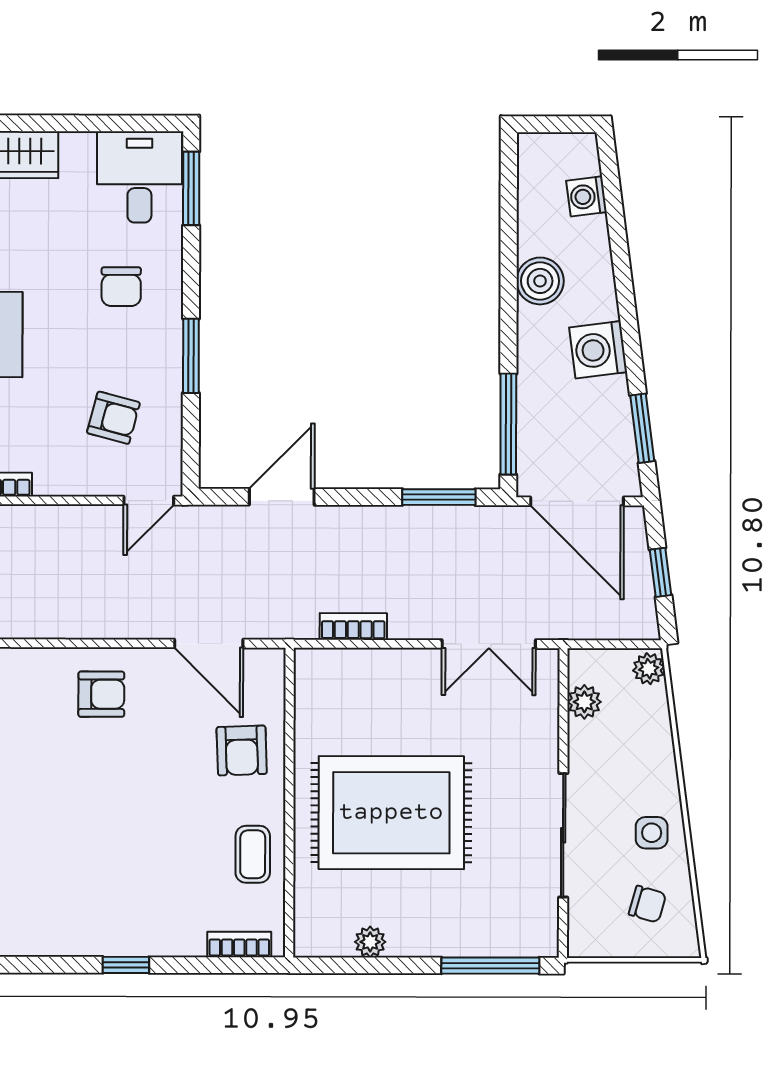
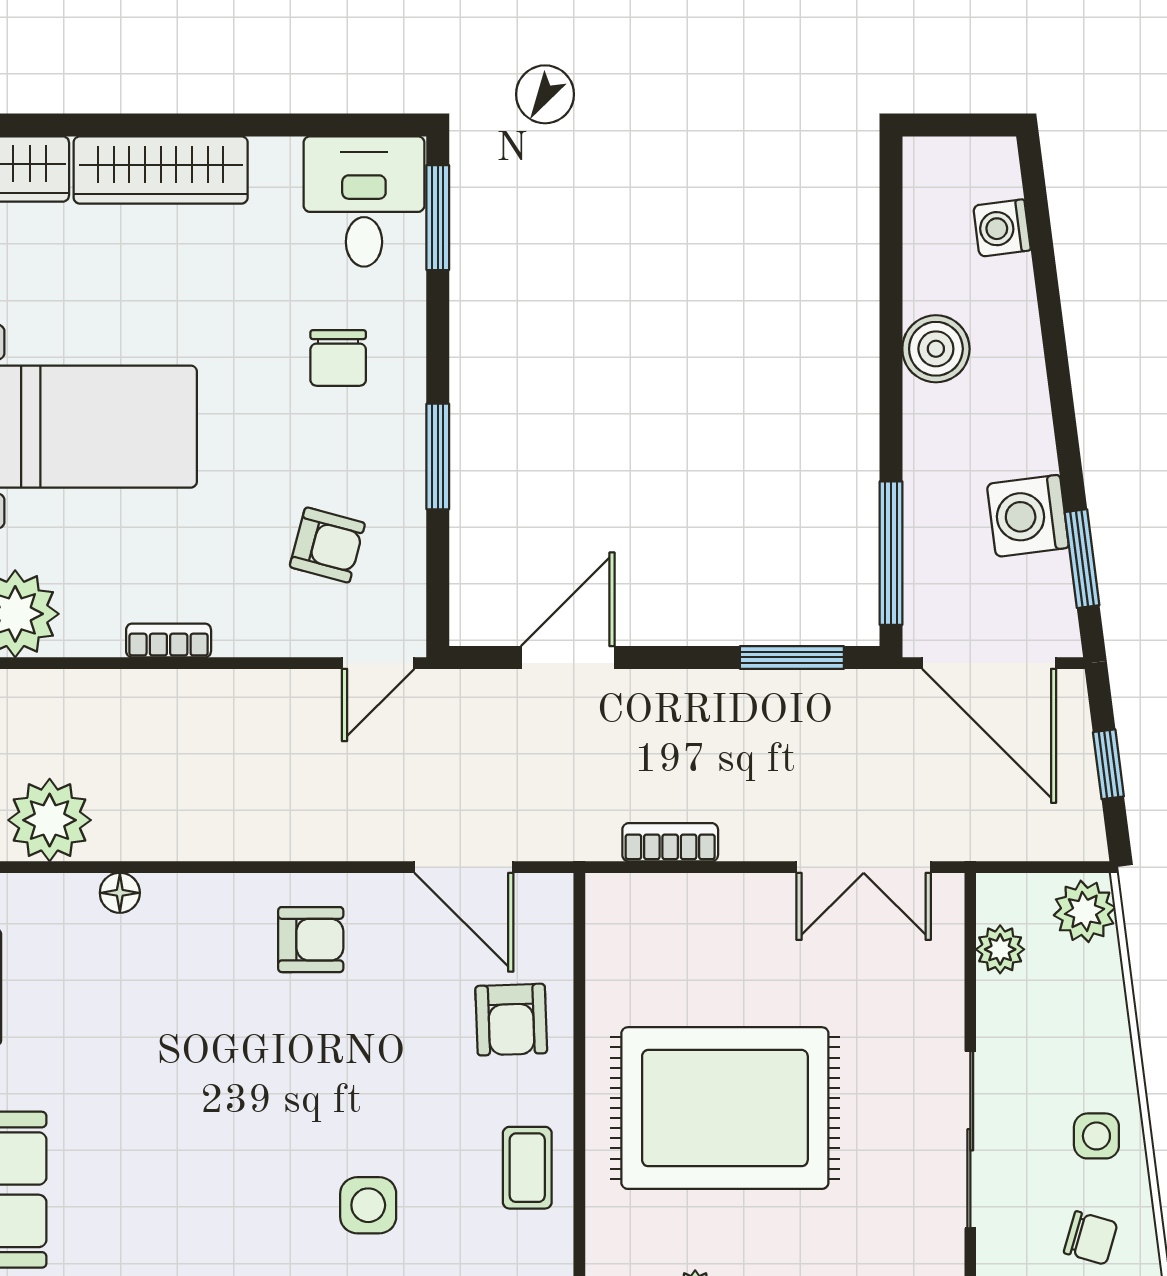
washing machine: (598, 350) -> (1028, 516), moved
plant: (649, 669) -> (1085, 911), width x1.38, depth x1.38
side table: (141, 880) -> (368, 1205), added

